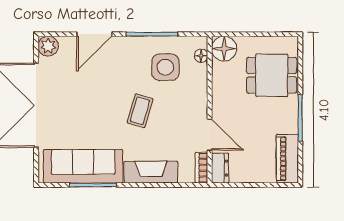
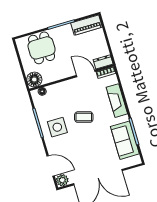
door: (94, 34) -> (51, 166), moved
side table: (165, 67) -> (57, 127), moved
door: (210, 135) -> (86, 73), hinge flipped
sofa: (83, 166) -> (125, 140), width x0.73

